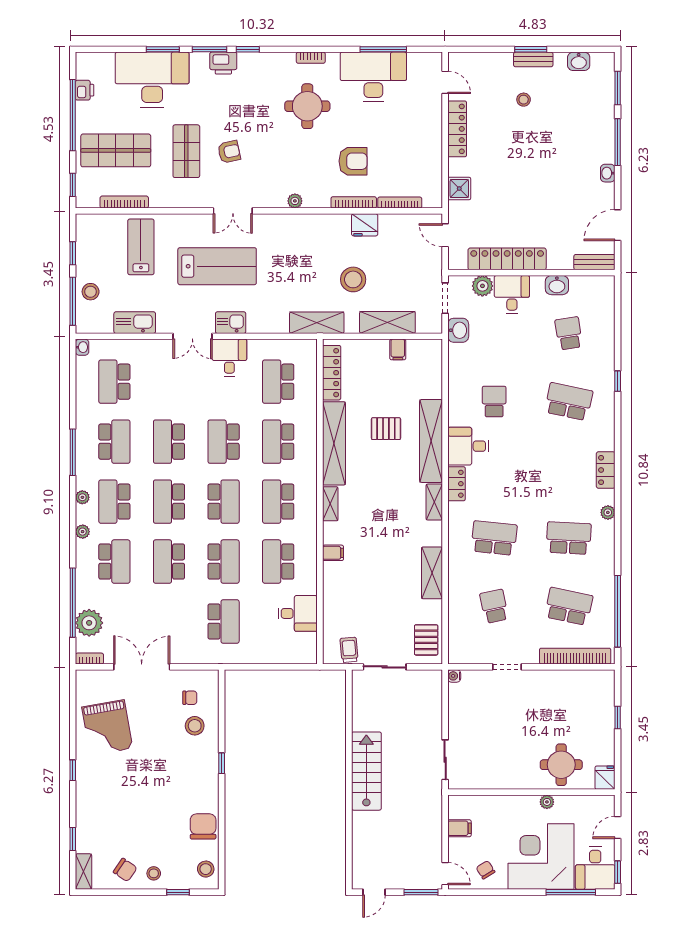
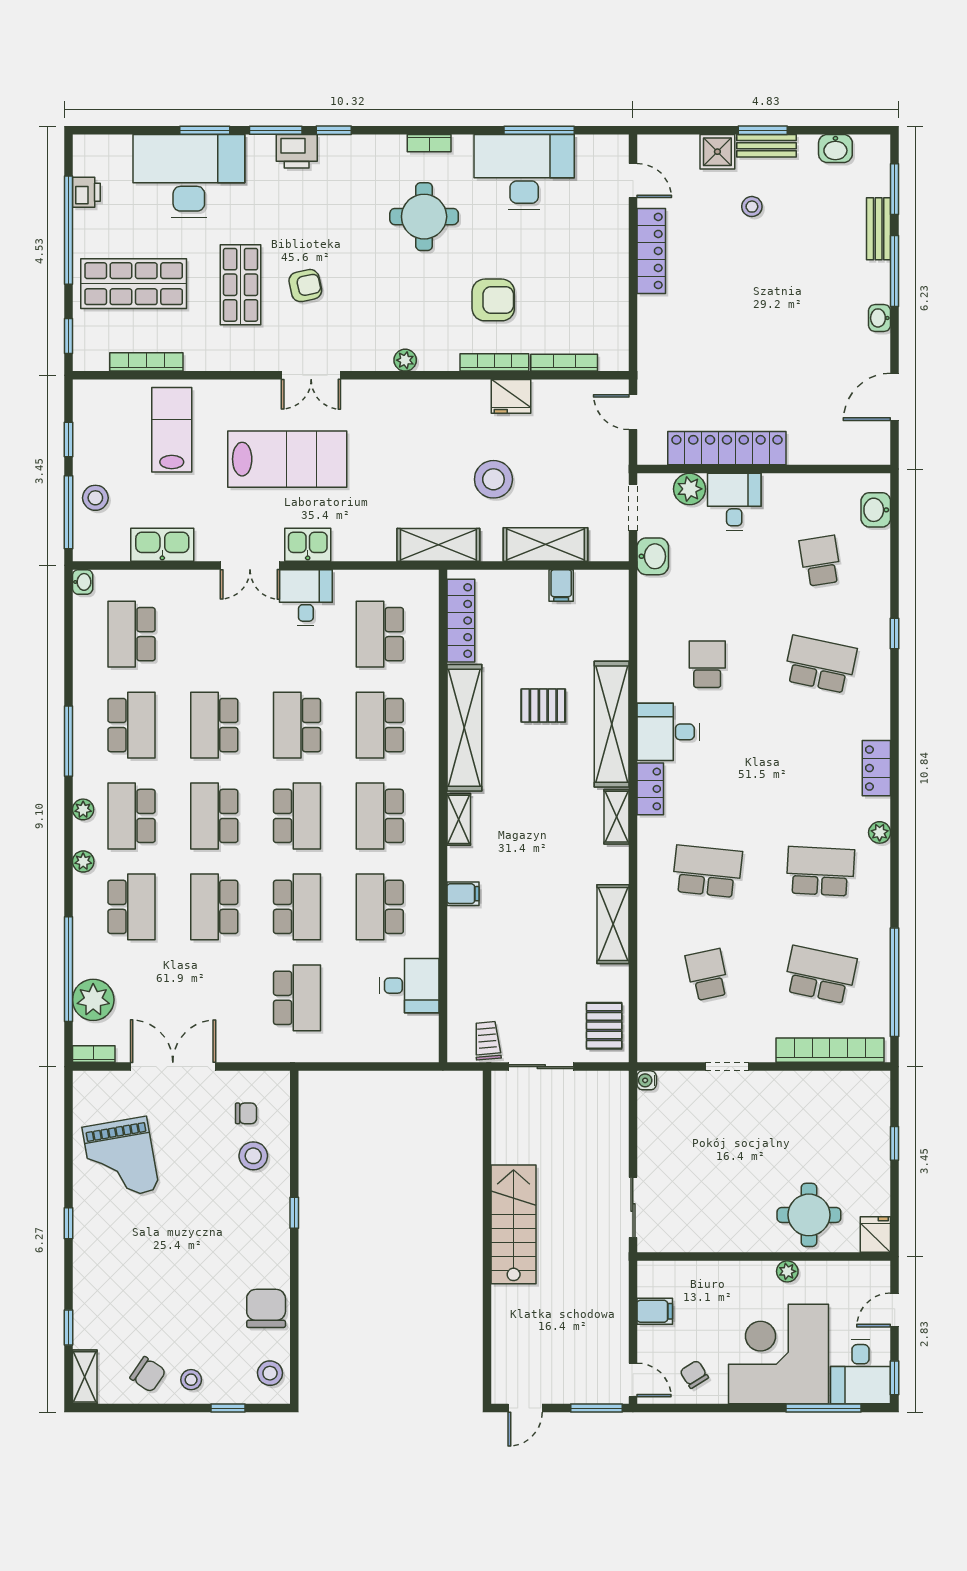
shower: (459, 189) -> (717, 152), moved
bench: (594, 262) -> (879, 229), moved, turned 90
washbasin: (557, 285) -> (876, 510), moved, turned 90

